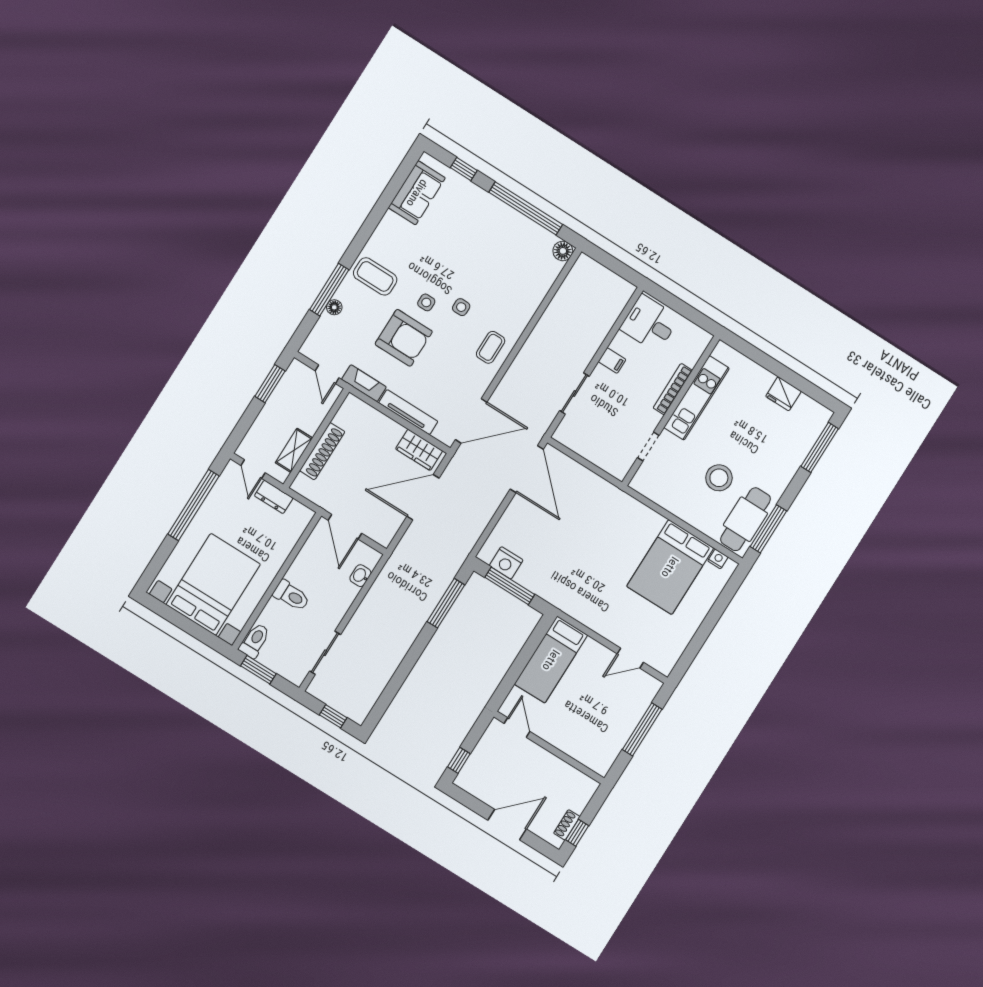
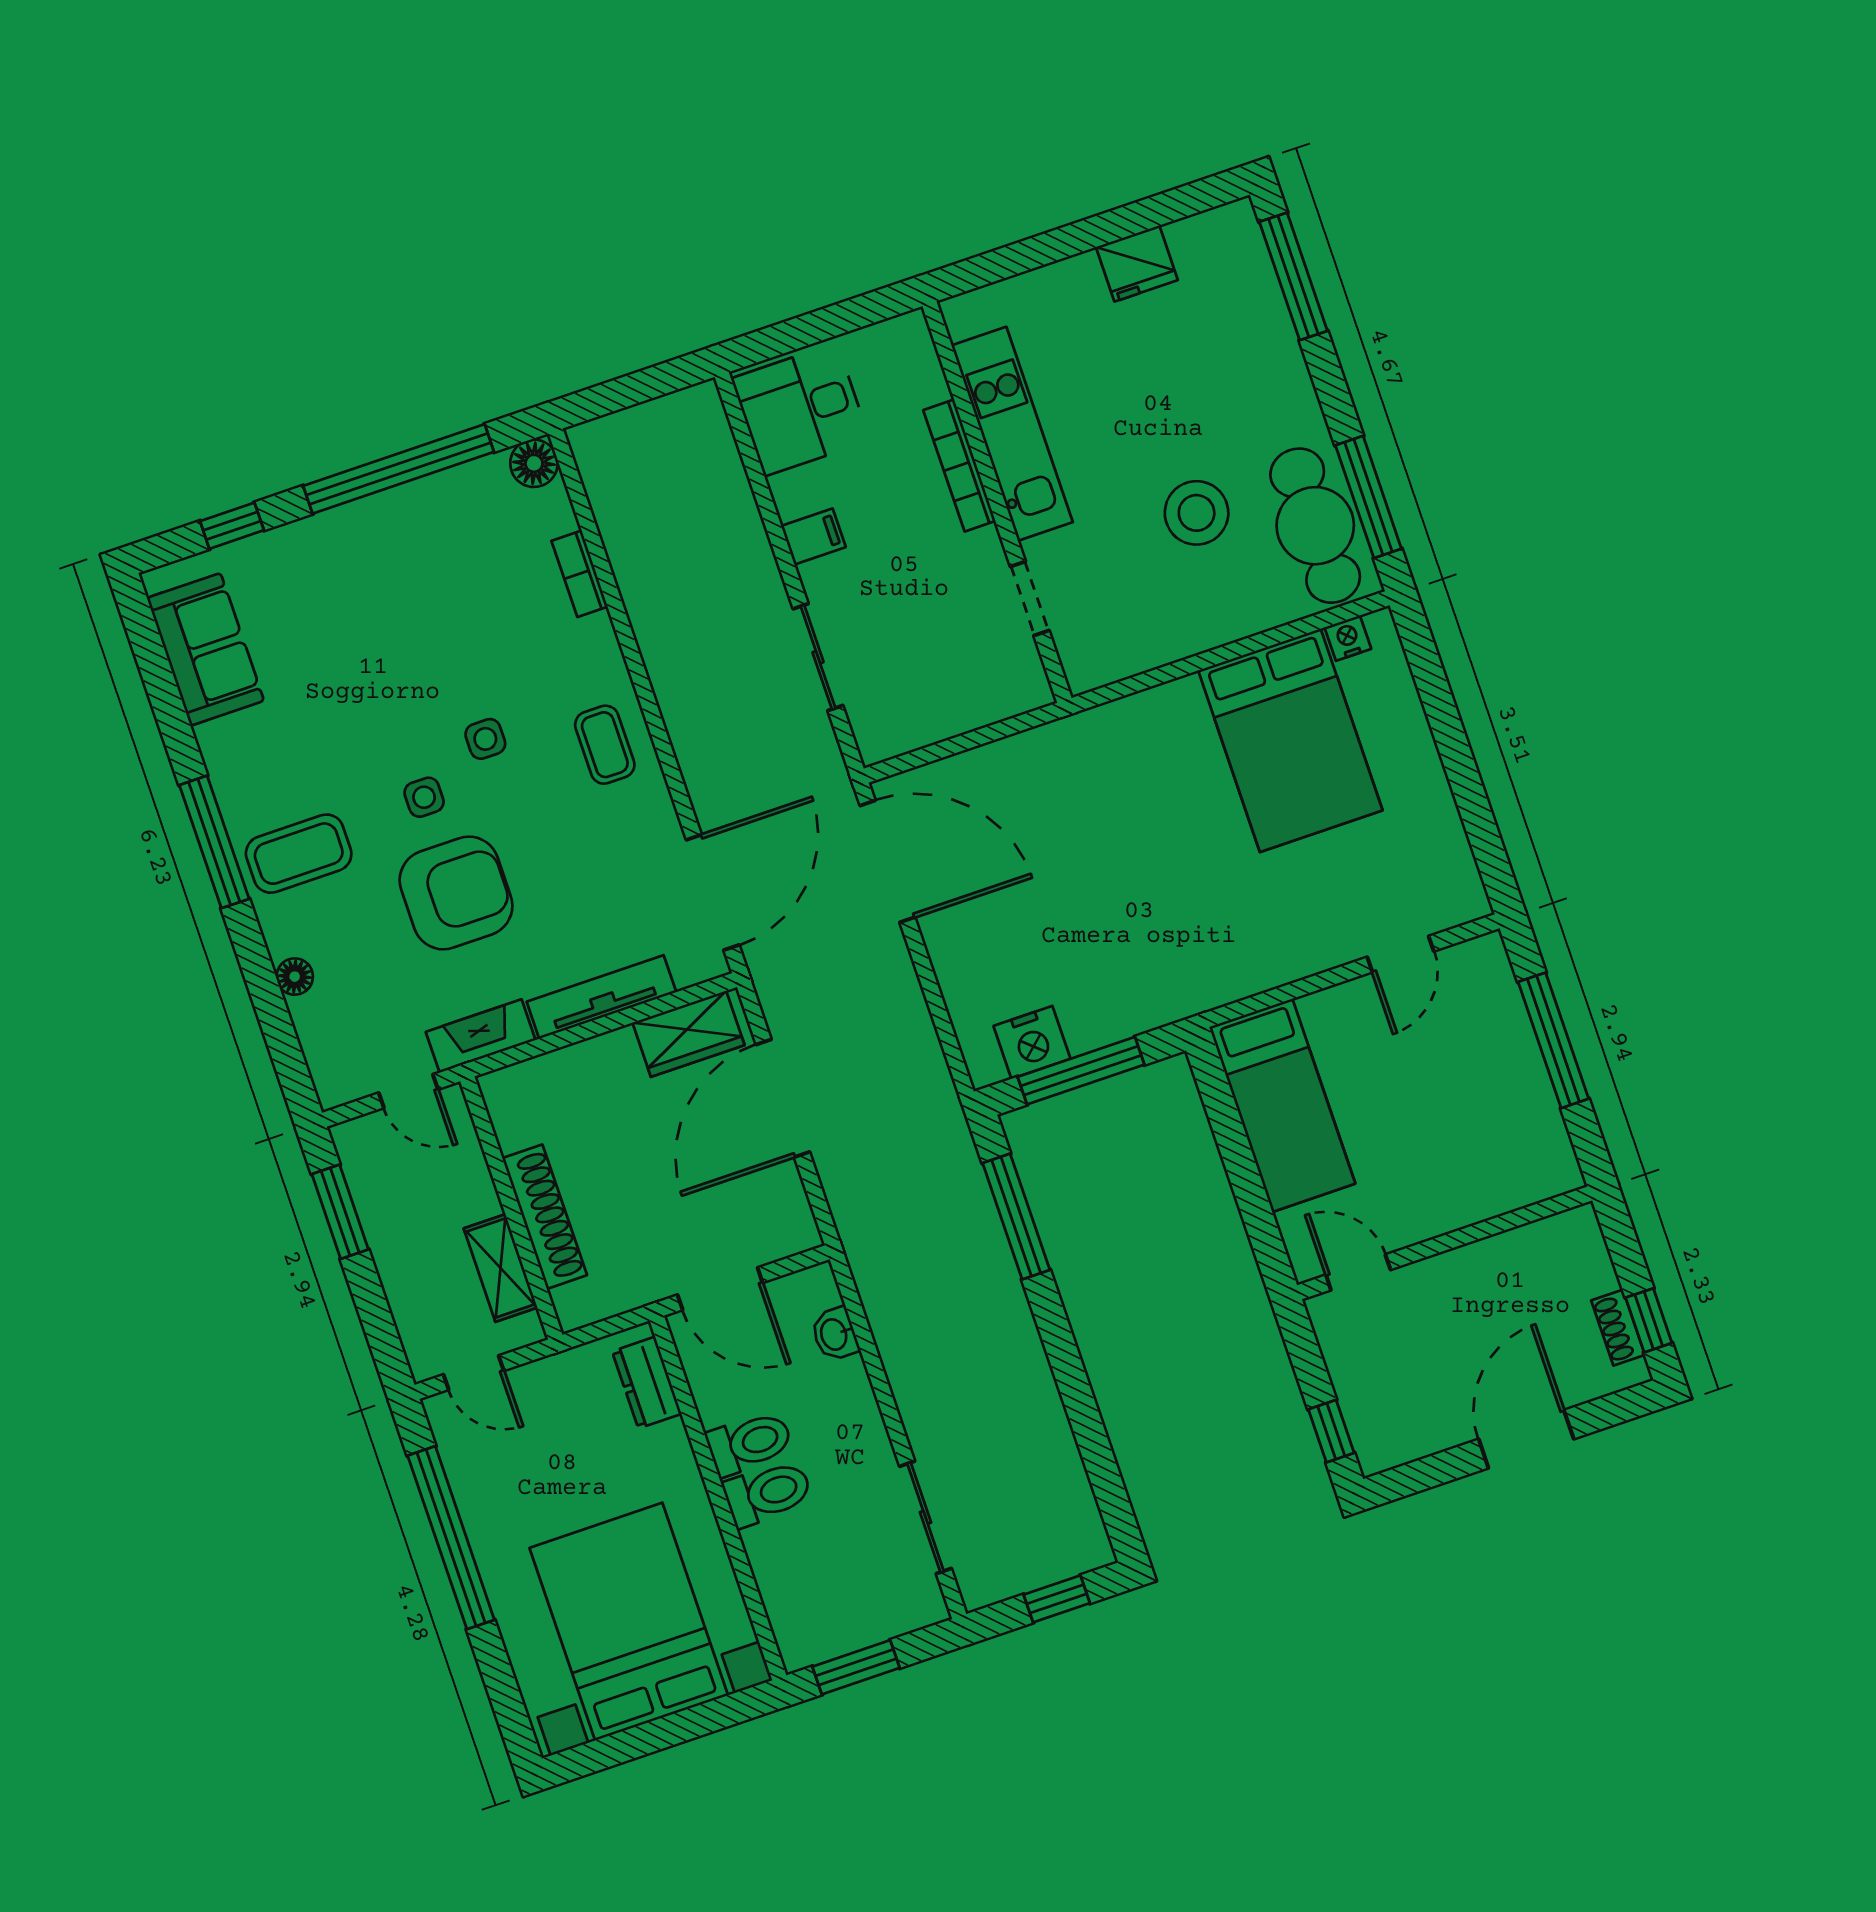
window: (329, 290) -> (214, 842), moved
bookcase: (539, 295) -> (580, 574), added
dresser: (274, 497) -> (647, 1383), moved, turned 90
toilet: (255, 641) -> (749, 1443), moved, turned 90

